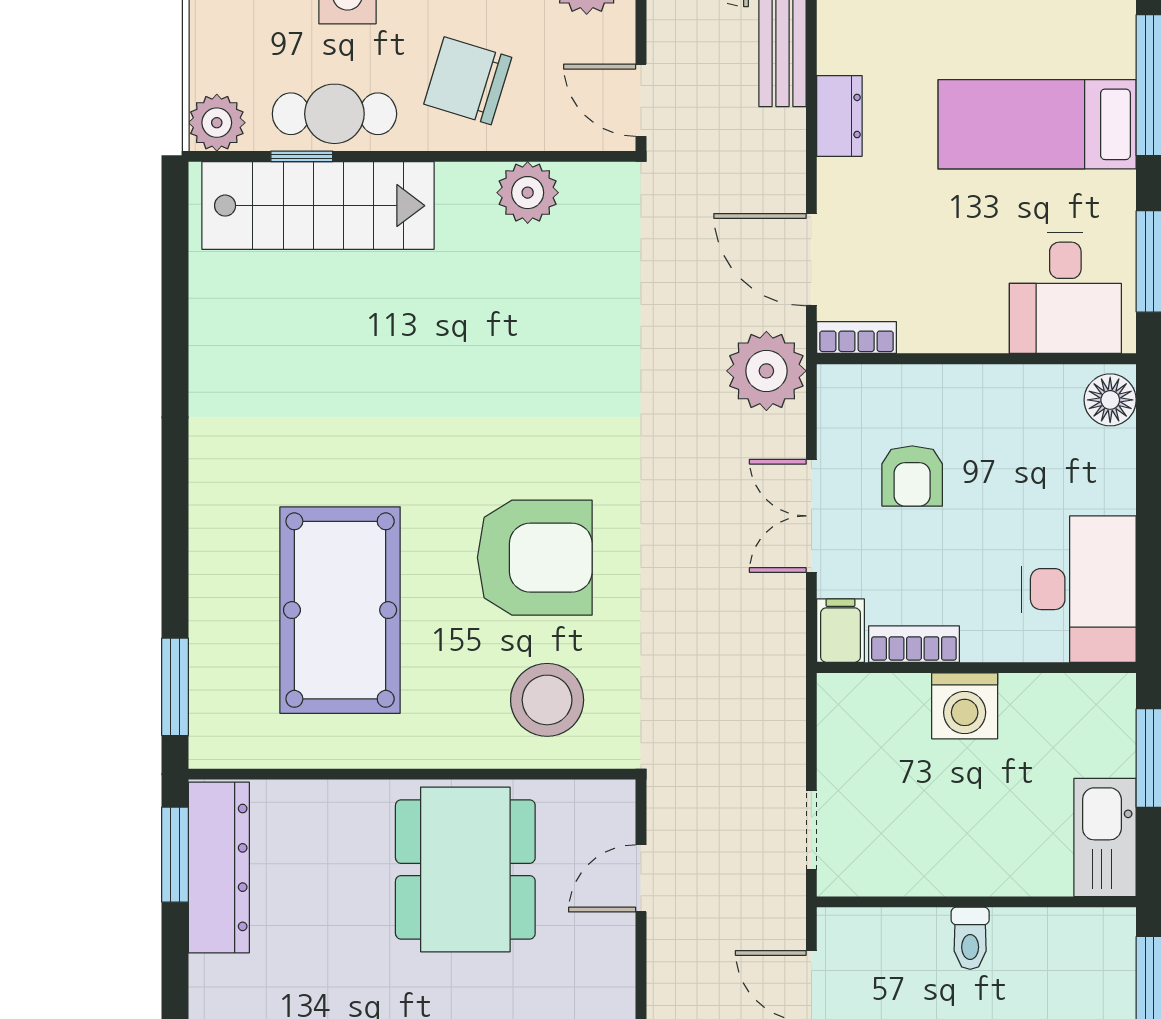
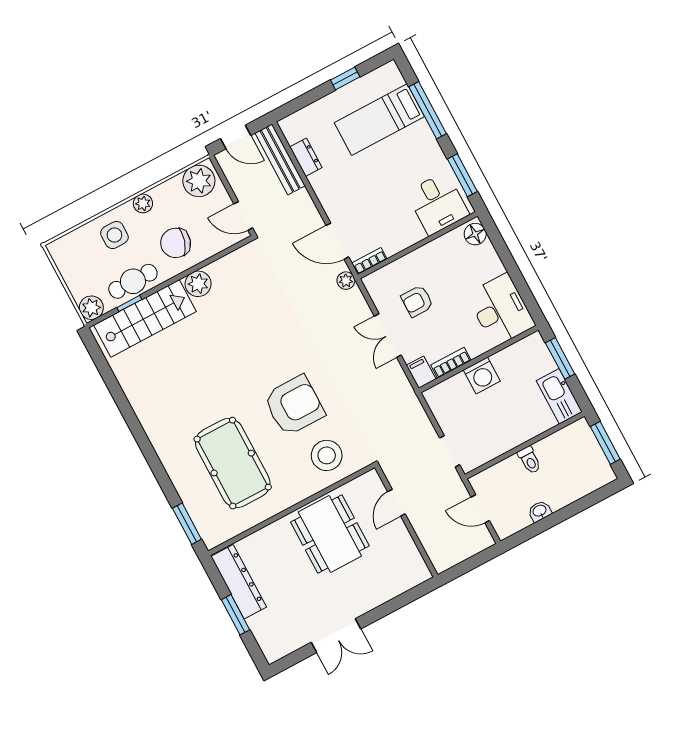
dresser: (839, 116) -> (306, 157), moved
bed: (1037, 124) -> (379, 120), moved
plant: (528, 193) -> (198, 284), moved
plant: (766, 371) -> (346, 281), width x0.53, depth x0.53
armchair: (912, 476) -> (417, 301), turned 90
window: (175, 855) -> (236, 615), moved

